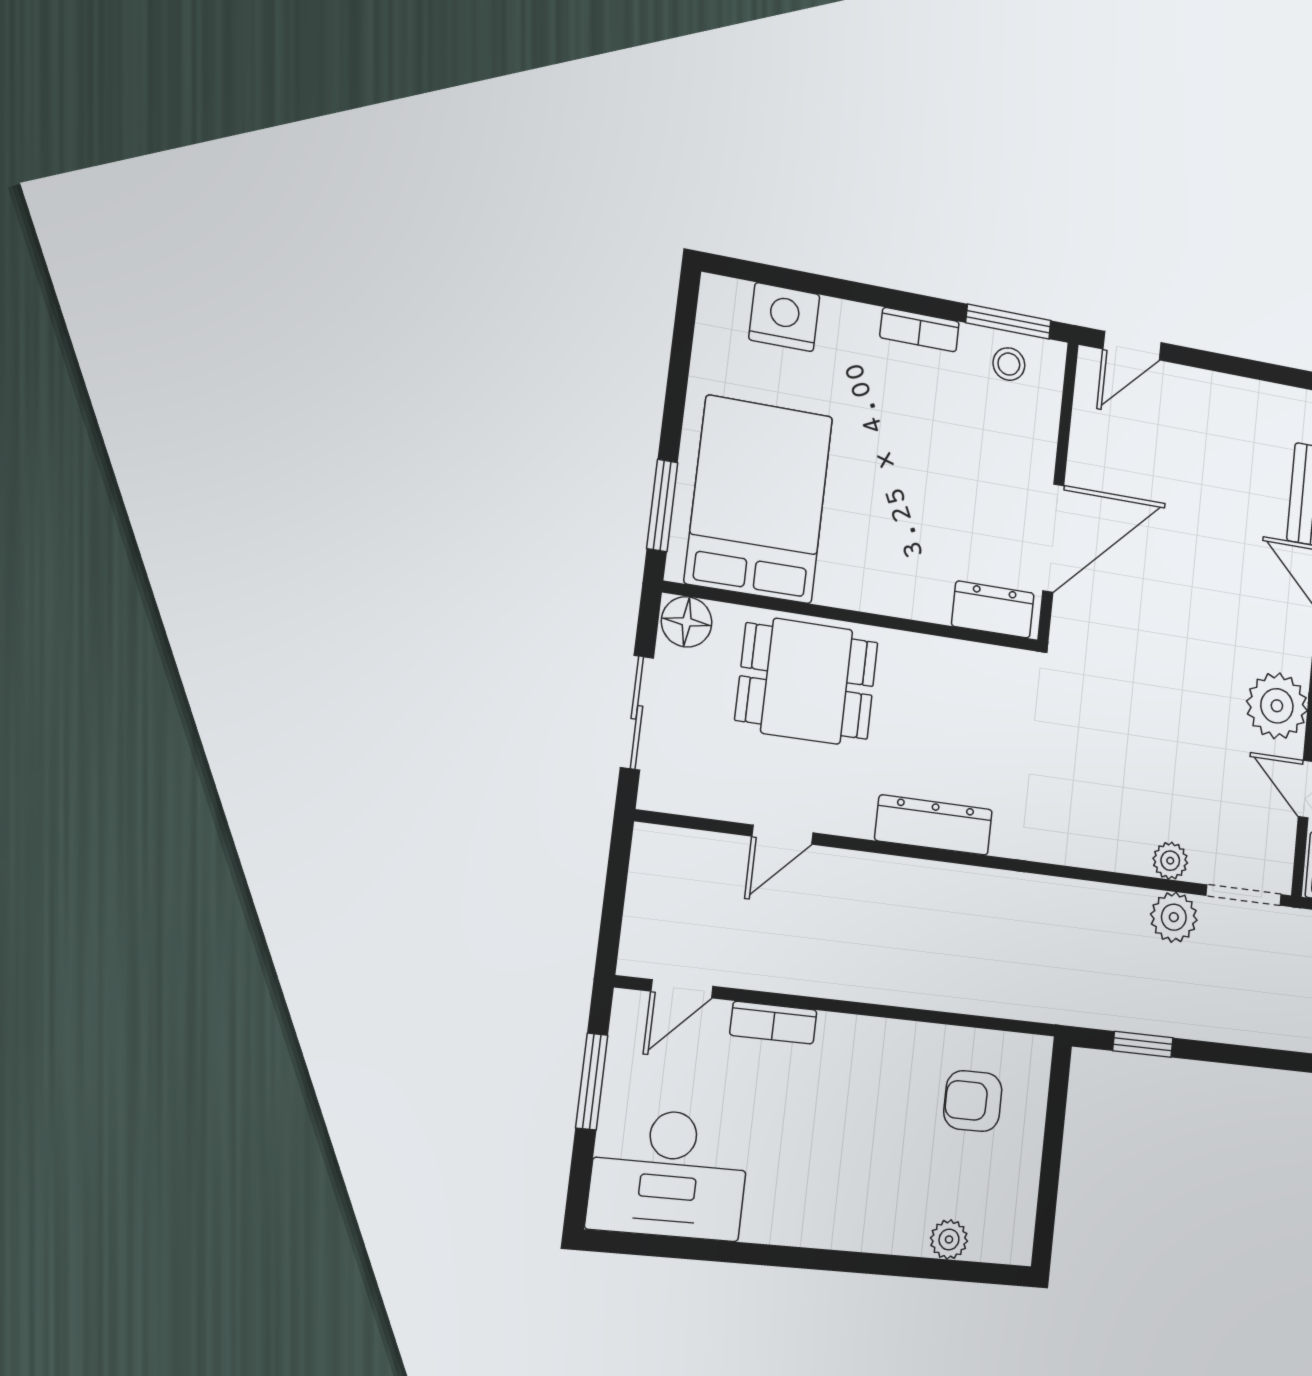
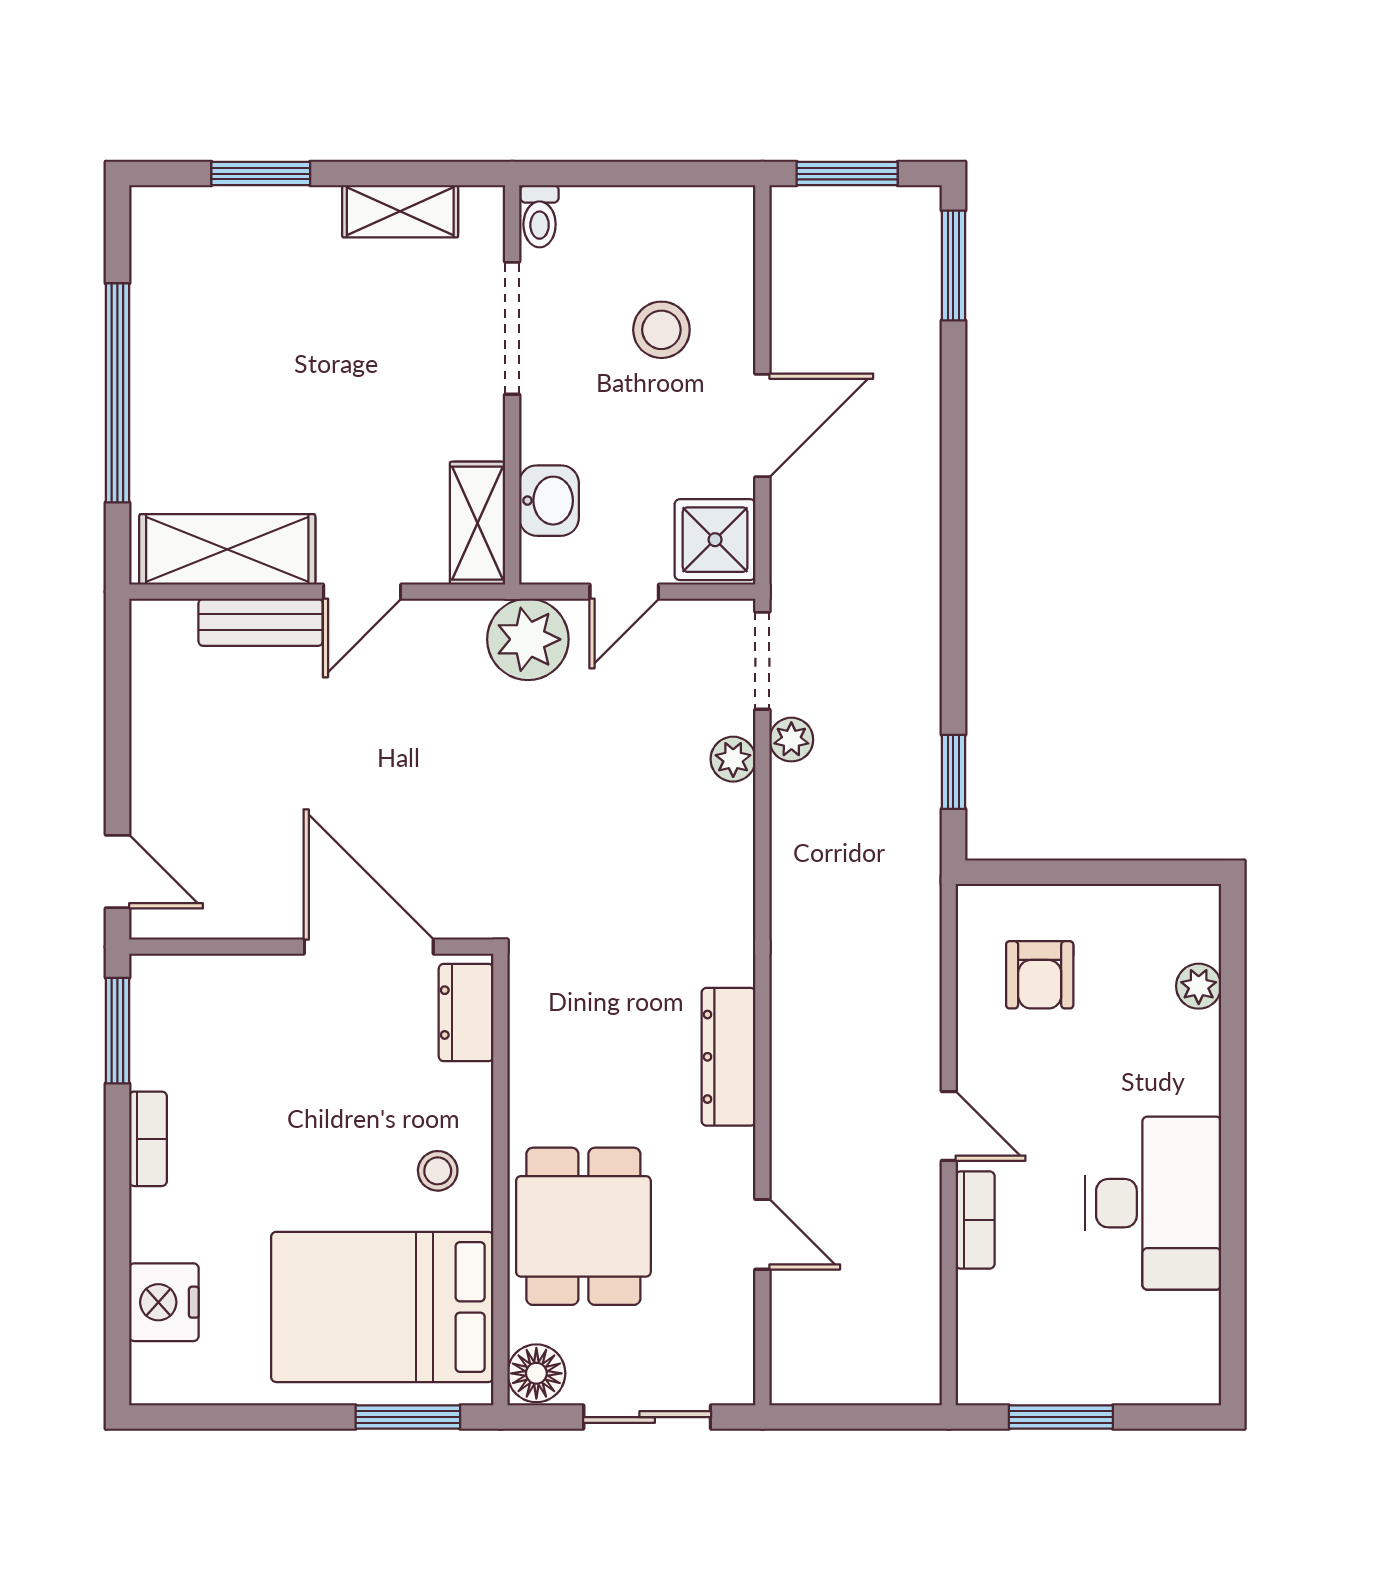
stool: (1009, 364) -> (438, 1171), moved
plant: (1174, 917) -> (791, 740), width x0.73, depth x0.73
door: (682, 989) -> (949, 1126), moved
desk: (669, 1174) -> (1153, 1203), moved

